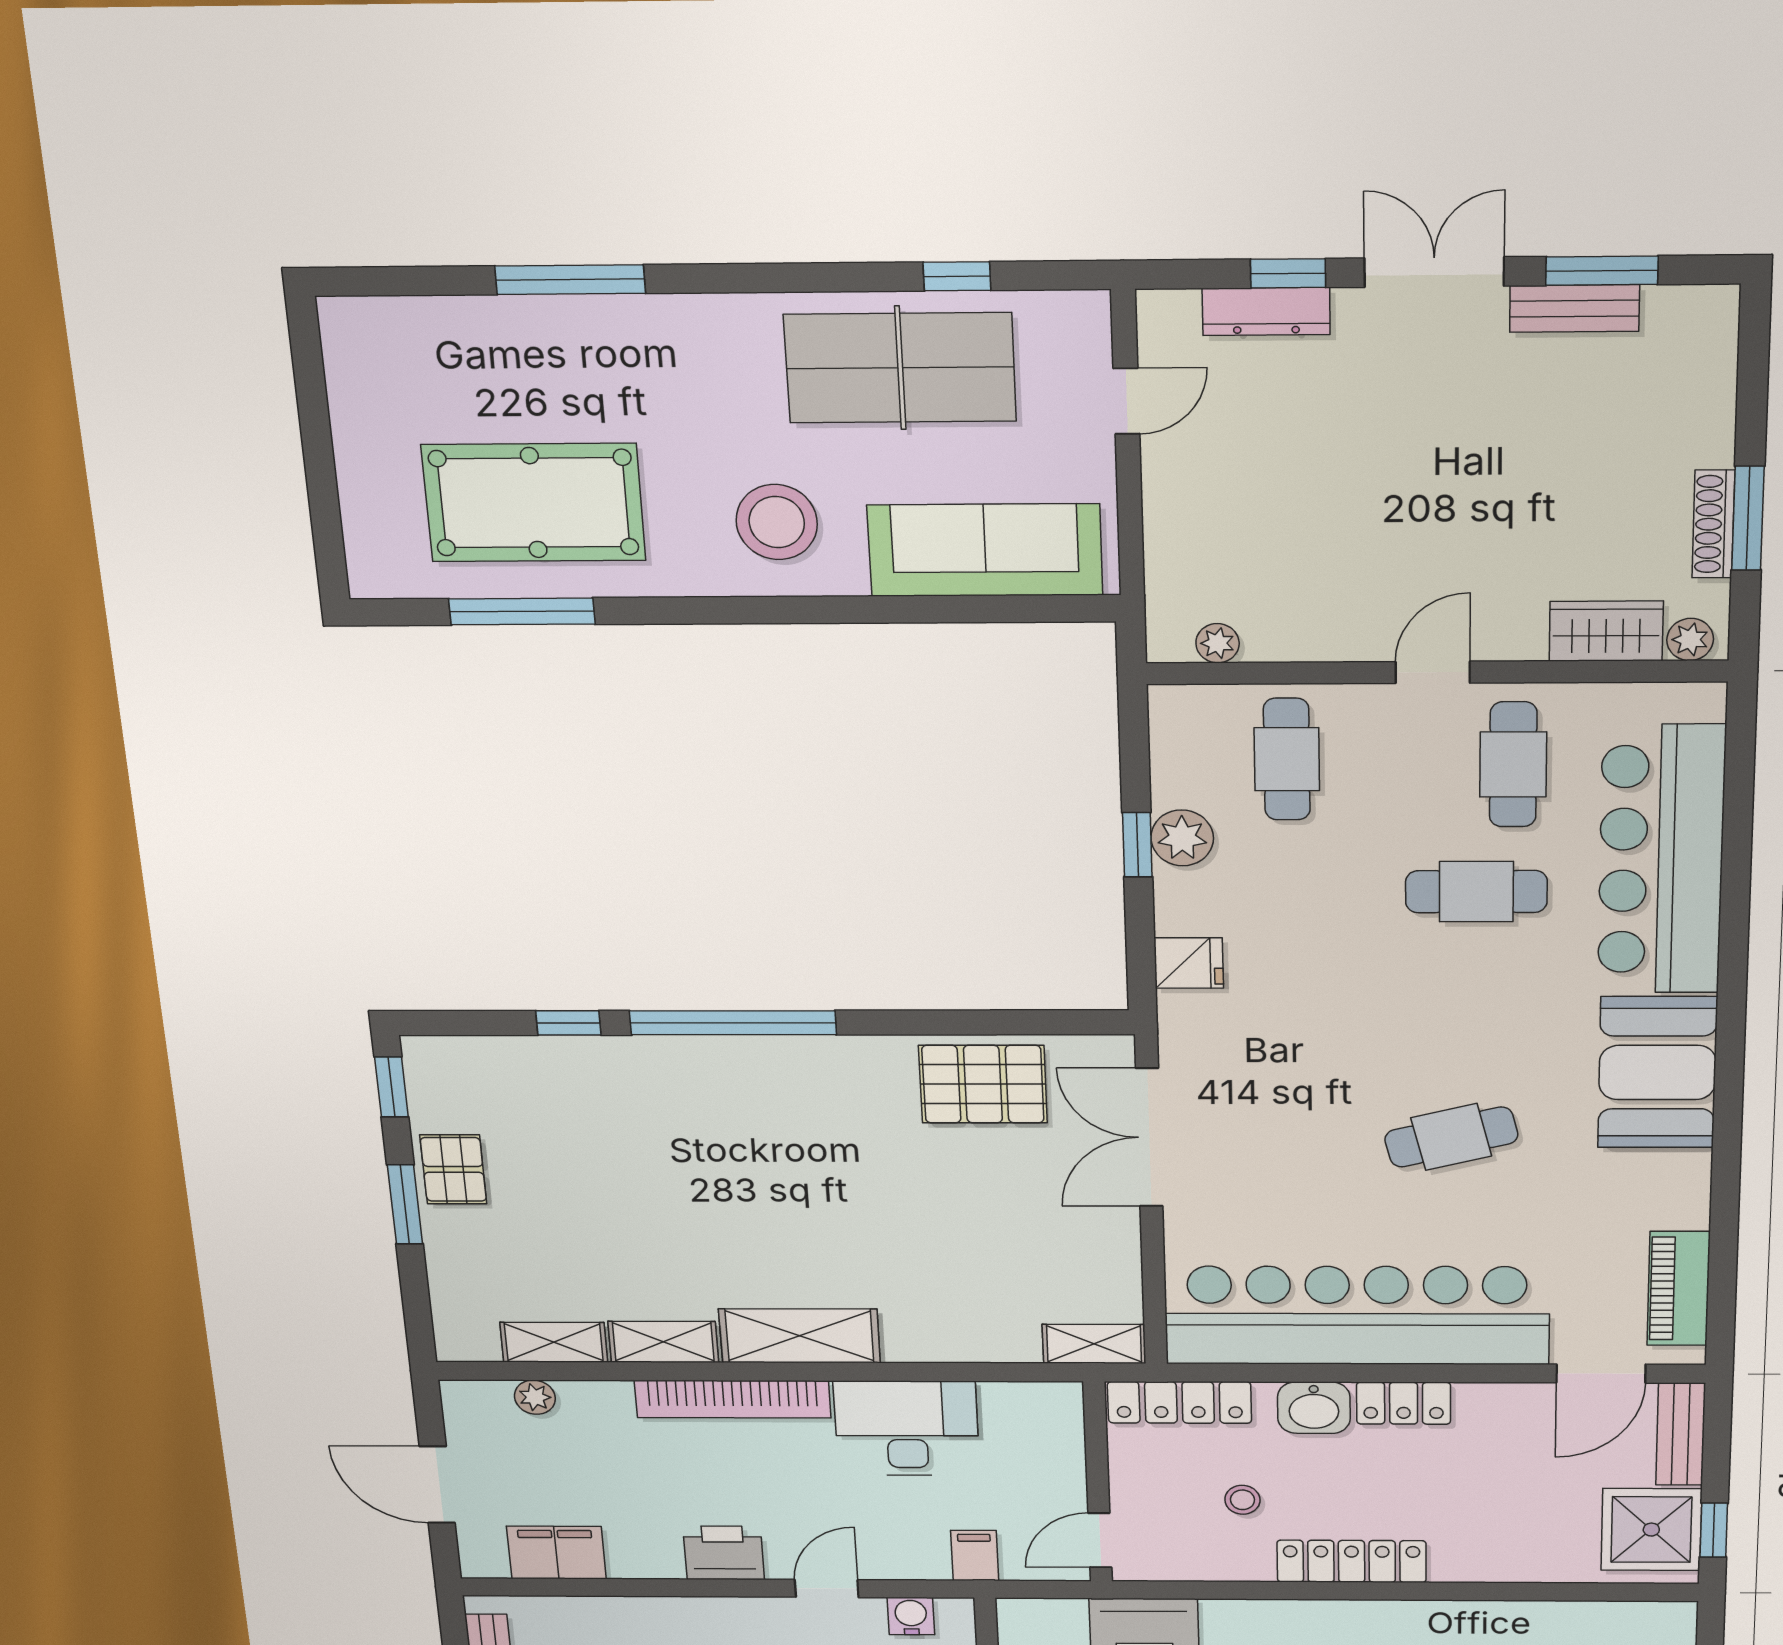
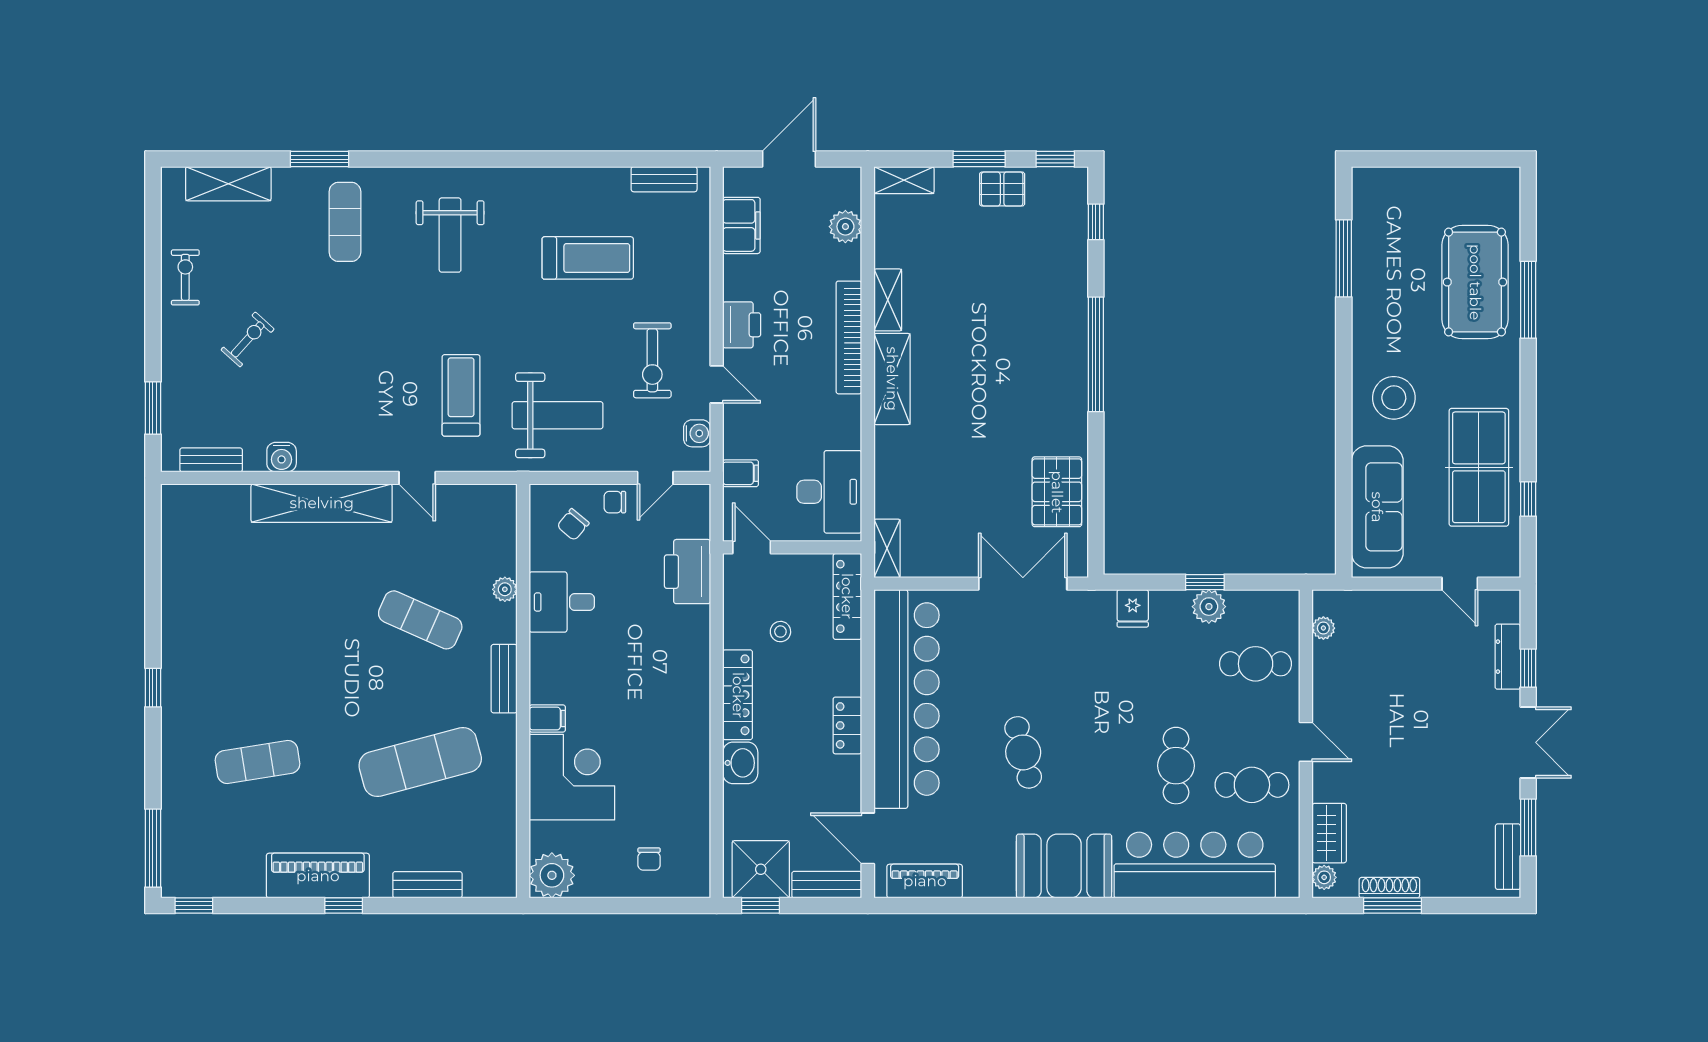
bench: (1574, 308) -> (1508, 857), moved
pool table: (534, 503) -> (1475, 282), moved
window: (568, 1023) -> (1096, 222), moved
shelving: (554, 1342) -> (904, 180), moved, turned 90
plant: (535, 1397) -> (845, 227), width x1.38, depth x1.38
washbasin: (1314, 1408) -> (740, 763), moved, turned 180
desk: (907, 1428) -> (829, 492), moved

